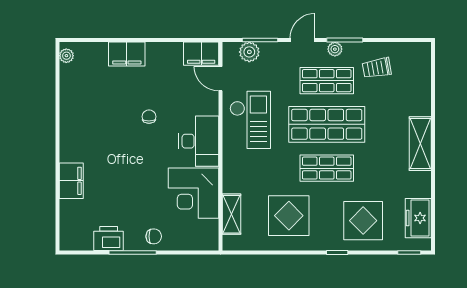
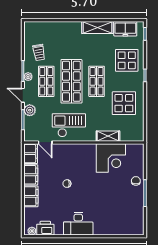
plant: (249, 52) -> (30, 110), moved
door: (221, 79) -> (45, 142), hinge flipped
desk: (199, 141) -> (78, 224), moved, turned 180
shelving: (420, 144) -> (98, 28), moved
filing cabinet: (71, 181) -> (31, 175), moved, turned 90
shelving: (232, 214) -> (108, 136), moved
printer: (109, 238) -> (45, 228), moved, turned 90

